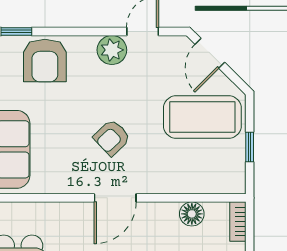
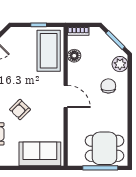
coffee table: (202, 117) -> (49, 51), moved
armchair: (112, 138) -> (20, 110), moved, turned 89

